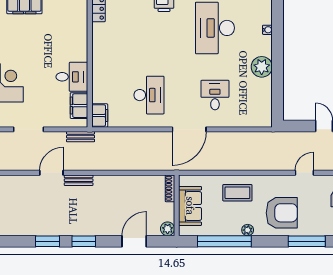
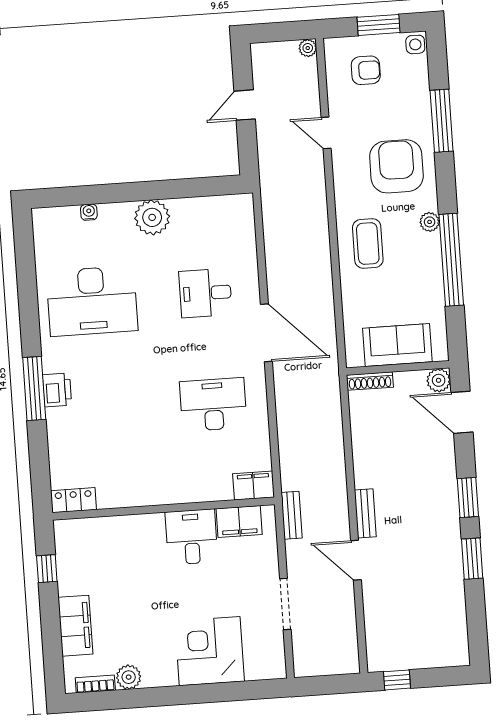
shoe rack: (170, 188) -> (370, 381), moved
wall: (177, 205) -> (398, 368), moved
sofa: (190, 206) -> (397, 345), moved
plant: (168, 229) -> (439, 380), moved

